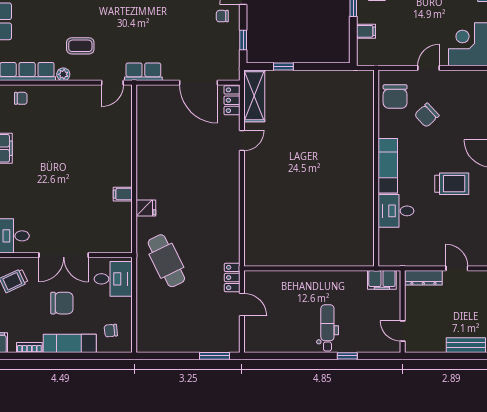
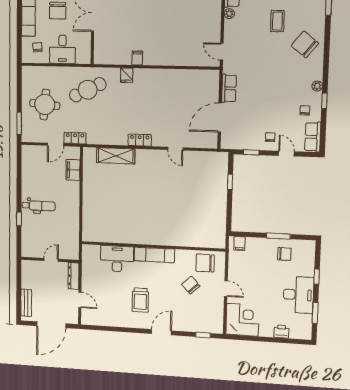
filing cabinet: (366, 31) -> (239, 244), moved
coffee table: (80, 46) -> (277, 21), moved
row of seats: (143, 72) -> (229, 88), moved
shelving: (254, 96) -> (116, 156), moved
locker: (232, 100) -> (140, 140), moved
desk: (396, 211) -> (117, 259), width x1.37
door: (457, 268) -> (80, 300), hinge flipped
desk: (113, 279) -> (62, 49), moved
filing cabinet: (382, 280) -> (73, 170), moved
round table: (188, 320) -> (45, 104), added
door: (403, 331) -> (51, 260), moved

